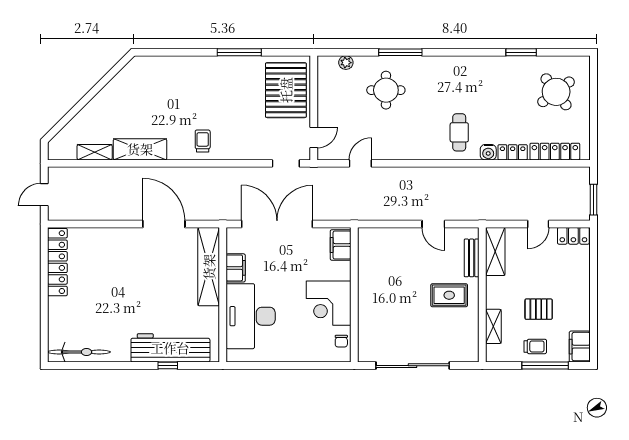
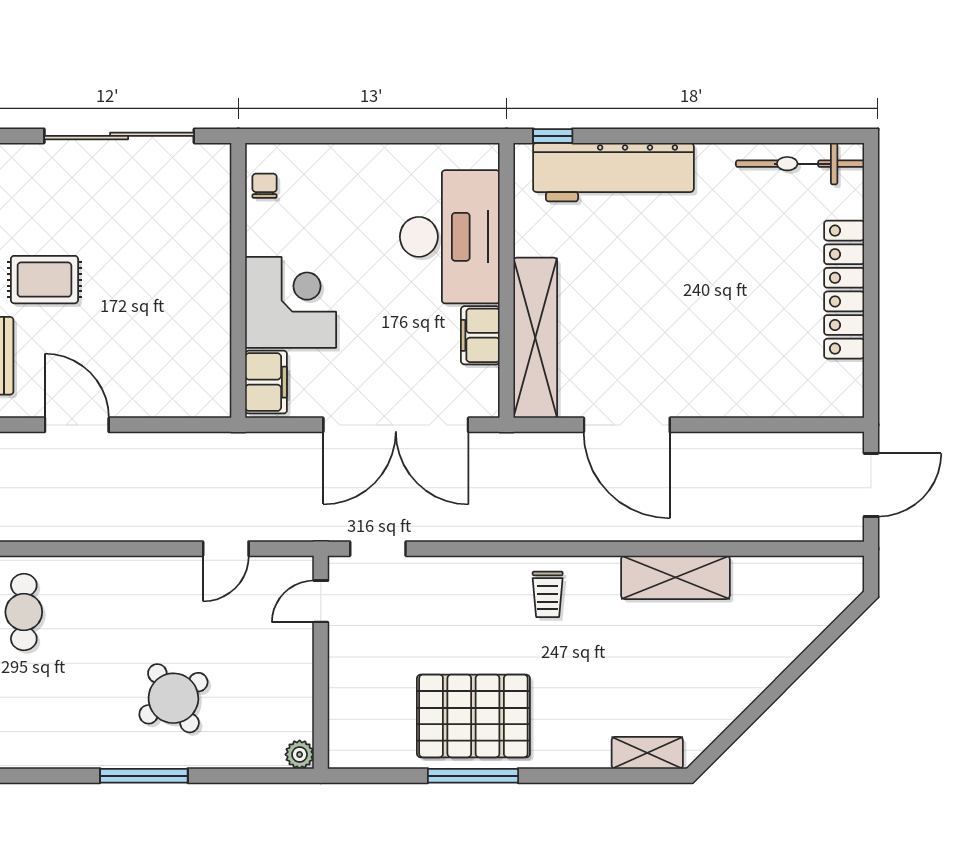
plant: (346, 63) -> (300, 754), moved
pallet: (286, 90) -> (473, 716), moved, turned 90
round table: (386, 90) -> (173, 698), turned -33
shelving: (95, 152) -> (647, 753), moved
door: (44, 195) -> (871, 485), width x1.38
door: (433, 224) -> (77, 425), width x1.38
locker: (57, 262) -> (844, 290), moved
corner desk: (329, 303) -> (291, 302), moved
window: (168, 366) -> (553, 136), moved

